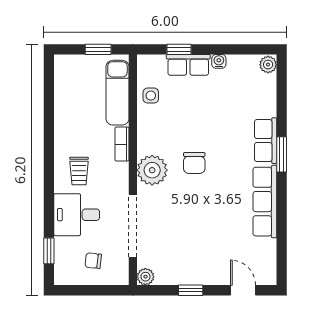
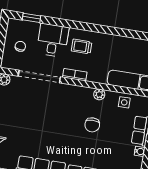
bookcase: (122, 144) -> (75, 75), moved
chair: (194, 163) -> (92, 125), moved, turned -90
plant: (152, 170) -> (99, 94), moved, width x0.53, depth x0.53

